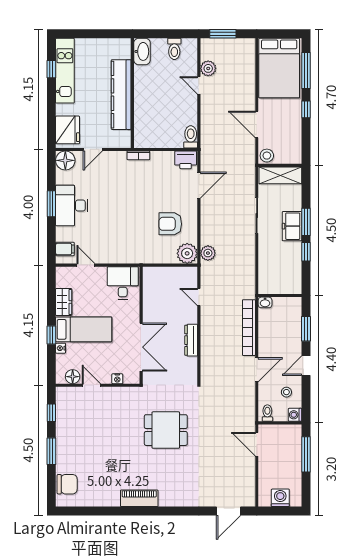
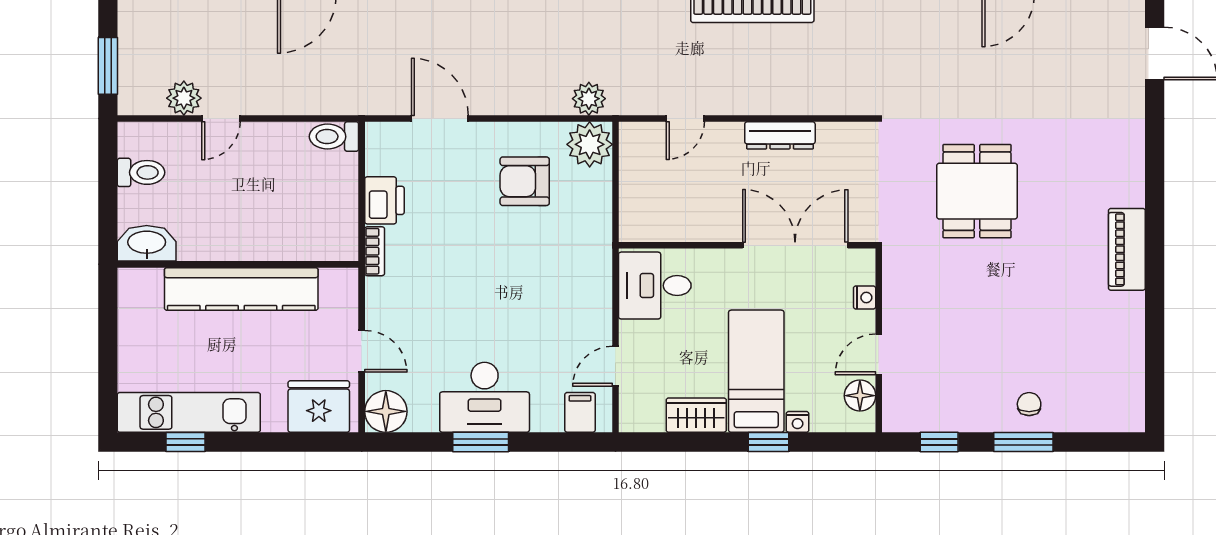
printer: (186, 160) -> (384, 200), moved
armchair: (170, 224) -> (525, 181), turned 90
chair: (67, 484) -> (1029, 404), moved, width x0.54, depth x0.54

